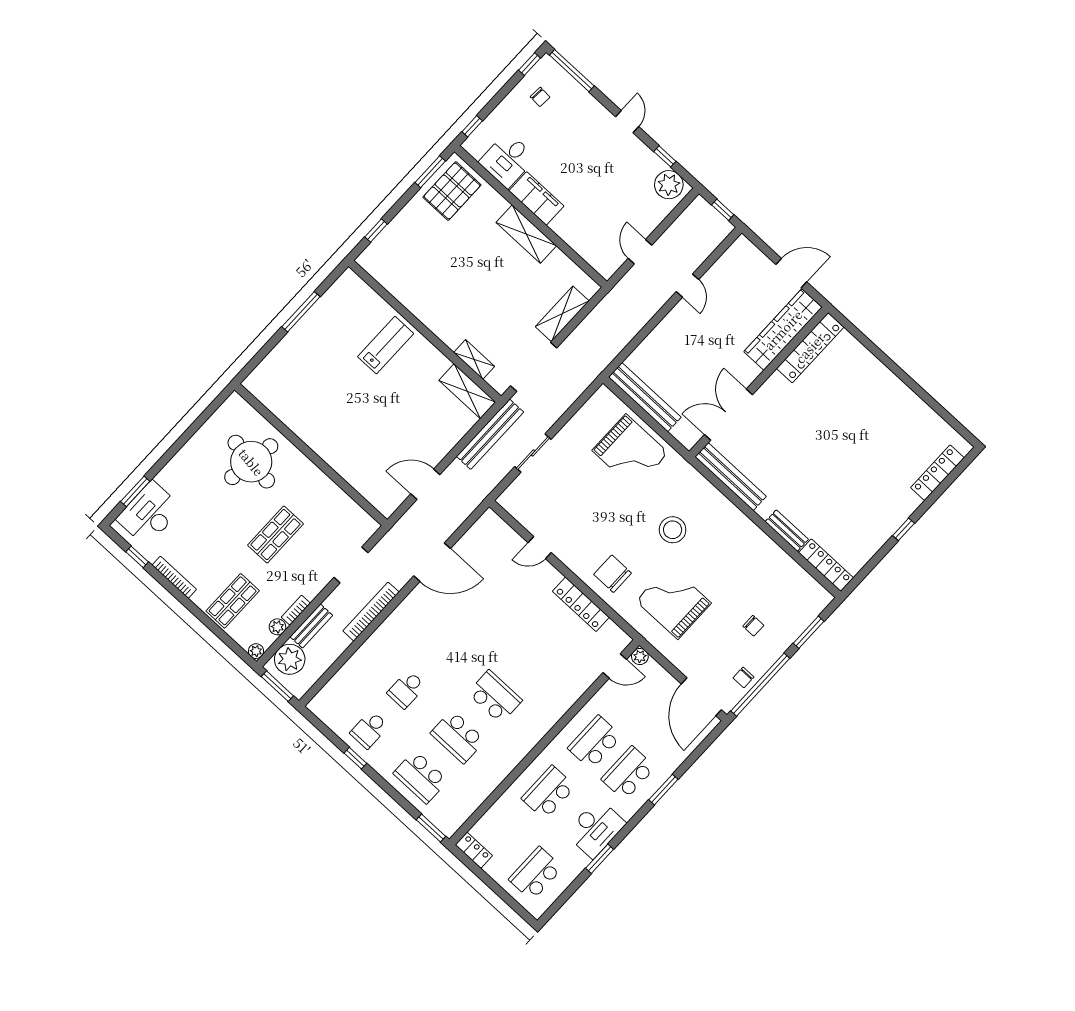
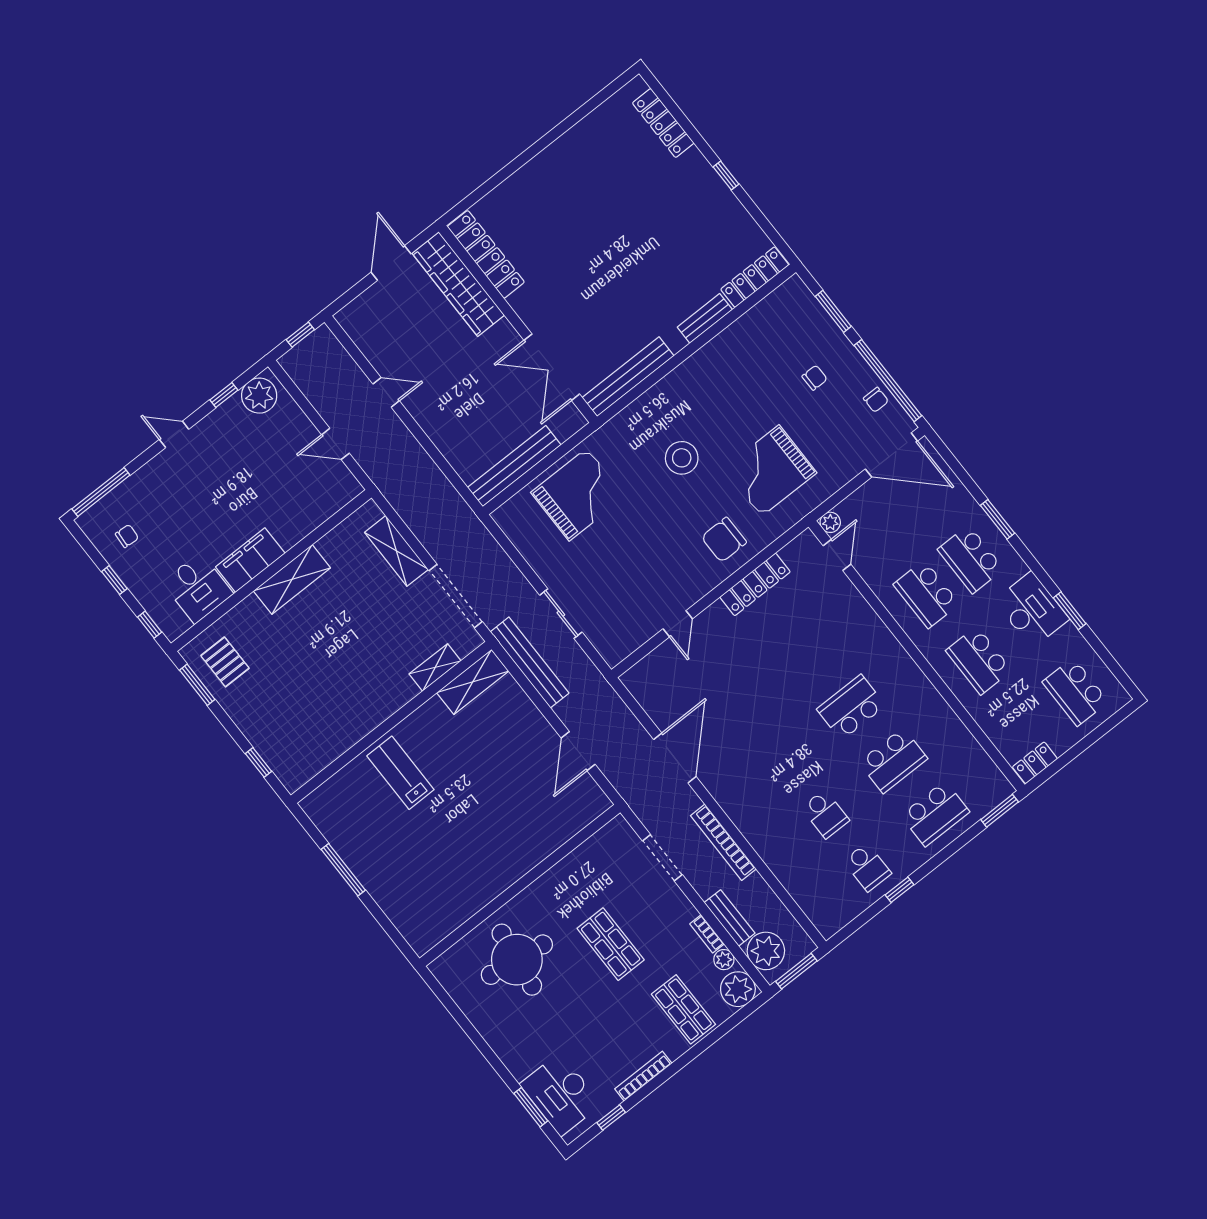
window: (529, 64) -> (114, 580), moved
pallet: (452, 191) -> (225, 662), width x0.67, depth x0.71
plant: (256, 651) -> (738, 989), width x1.88, depth x1.88

